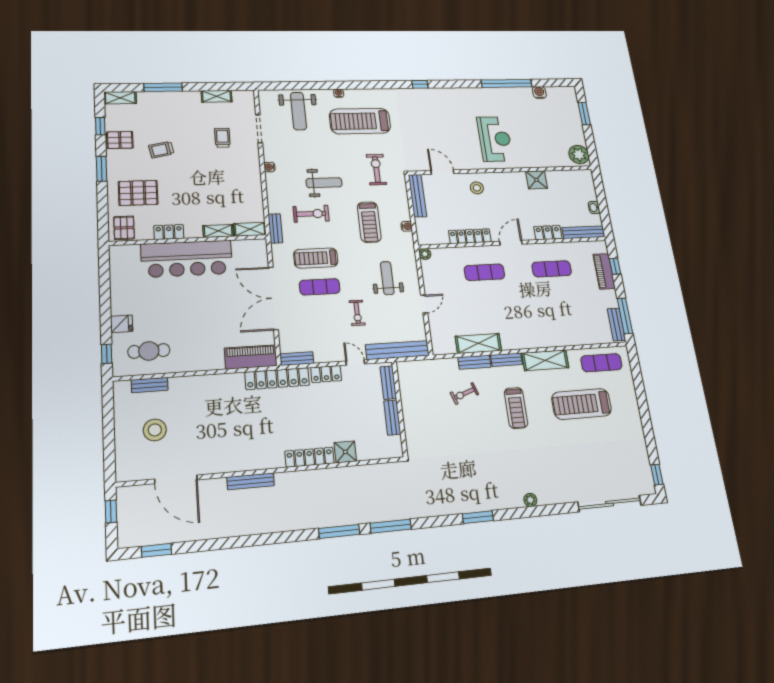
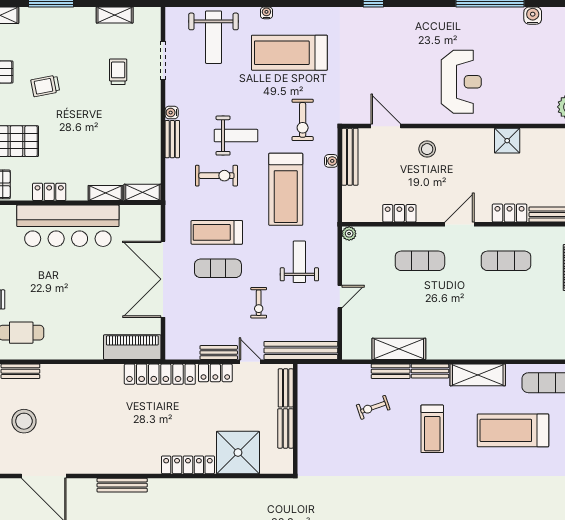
exercise bike: (376, 169) -> (303, 120), turned 180
treadmill: (369, 222) -> (286, 189), width x1.37, depth x1.37
water cooler: (407, 226) -> (331, 161), moved
bench: (275, 228) -> (172, 139), moved
locker: (470, 236) -> (399, 213), width x0.66
bench: (297, 359) -> (219, 353), moved
shower: (345, 452) -> (238, 453), width x1.86, depth x1.86

